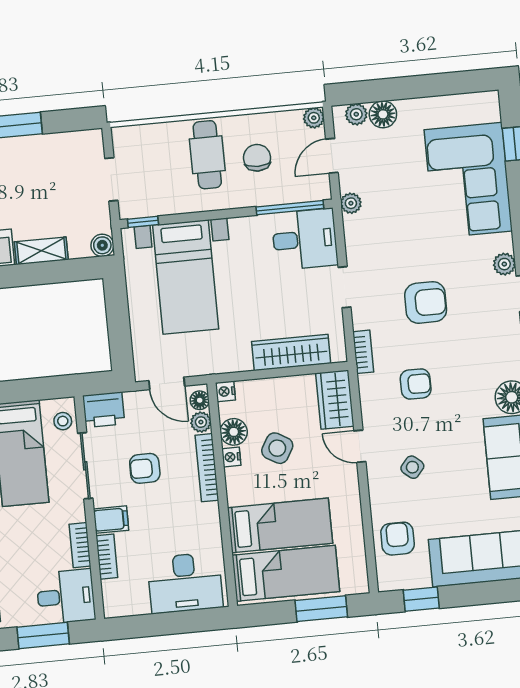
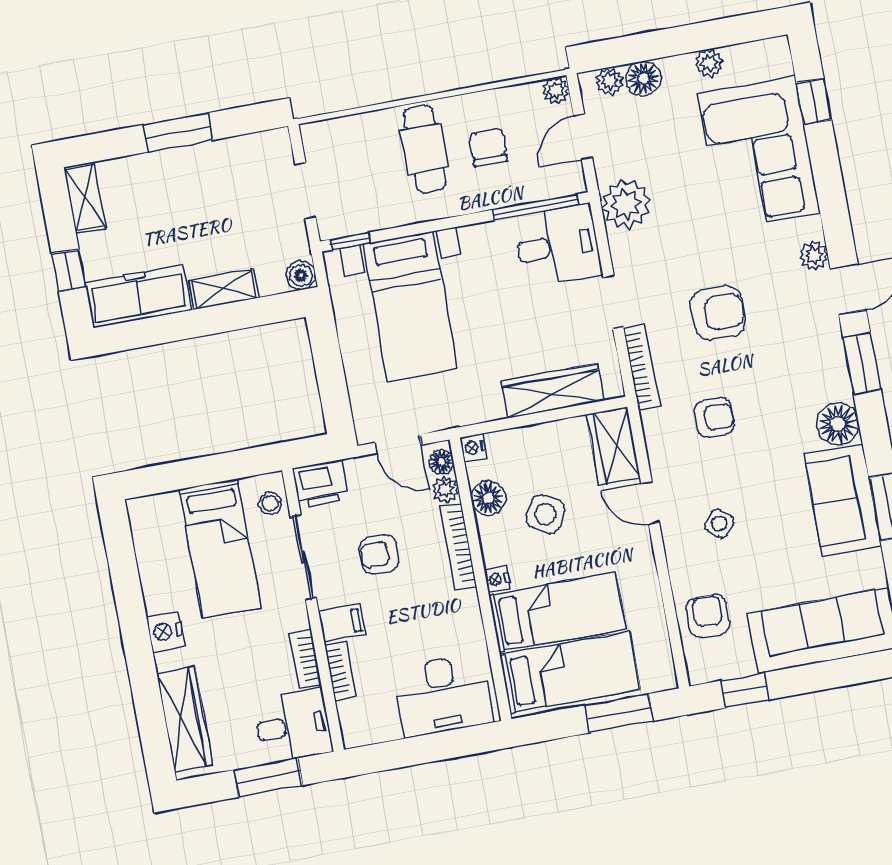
plant: (435, 107) -> (709, 63), added
plant: (351, 203) -> (626, 204), width x1.88, depth x1.88
bookcase: (363, 352) -> (642, 367), width x1.56
nightstand: (231, 457) -> (497, 579), moved

